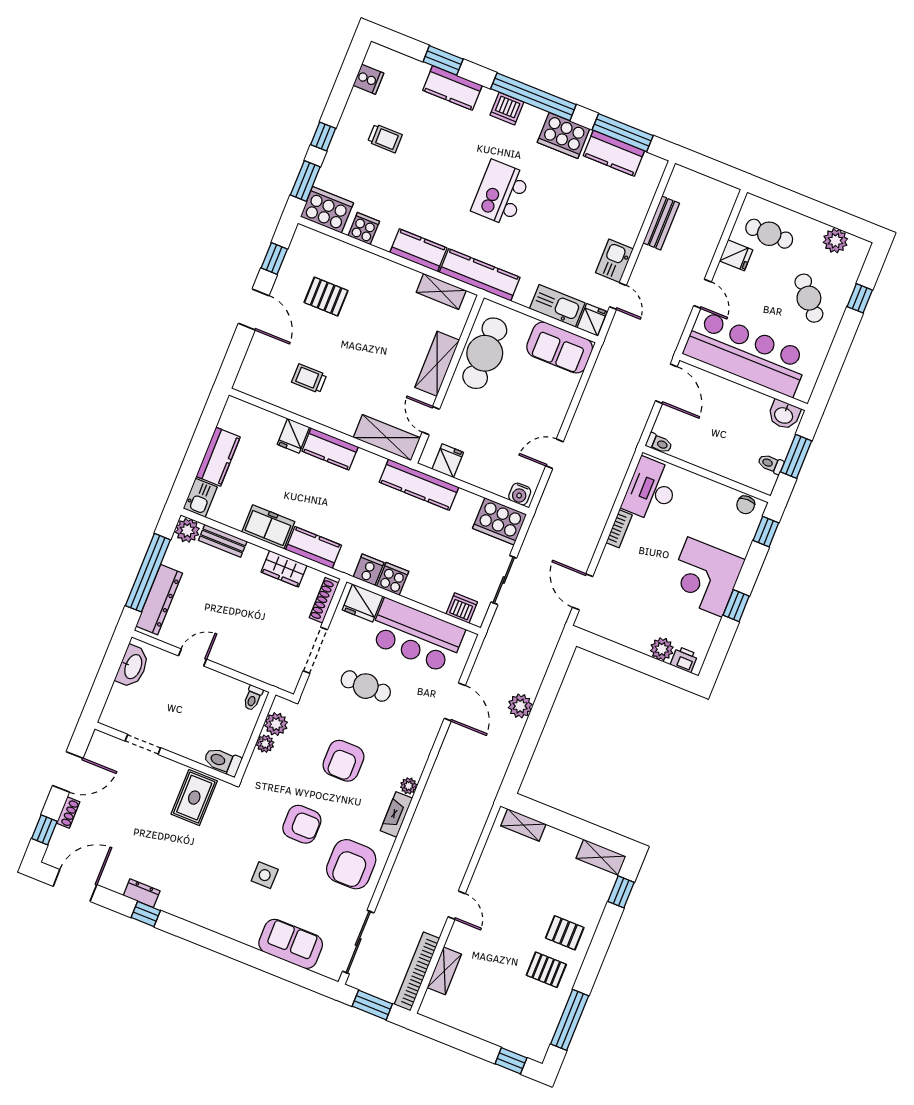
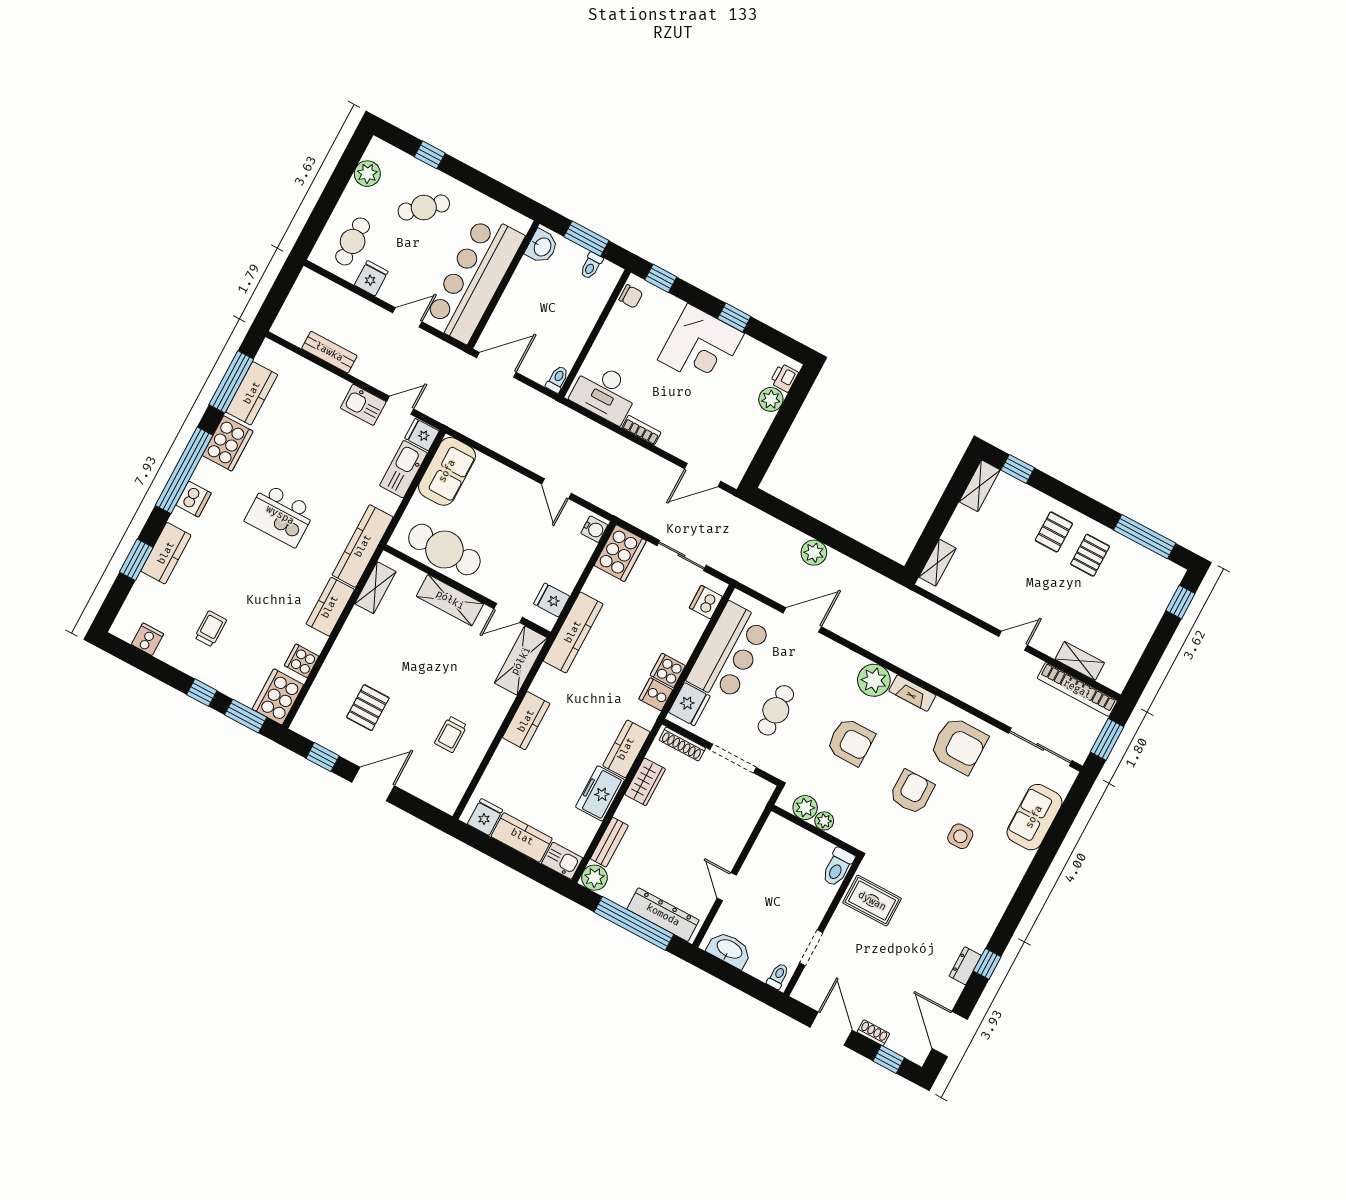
fridge: (293, 436) -> (485, 817), moved, turned -90
toilet: (253, 698) -> (778, 976), moved, turned -90
plant: (409, 786) -> (874, 680), width x1.88, depth x1.88

